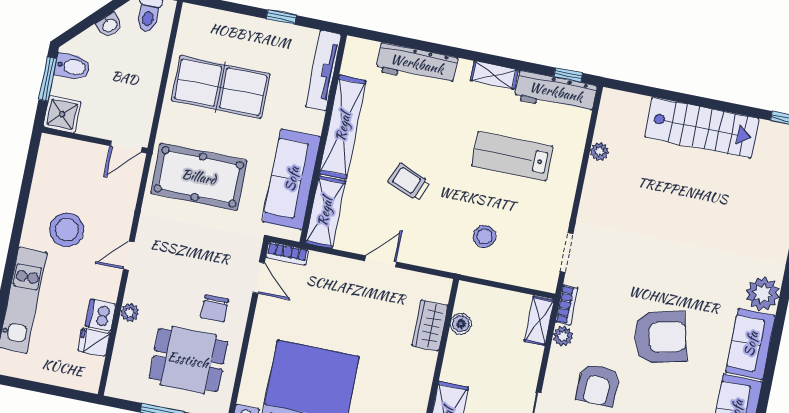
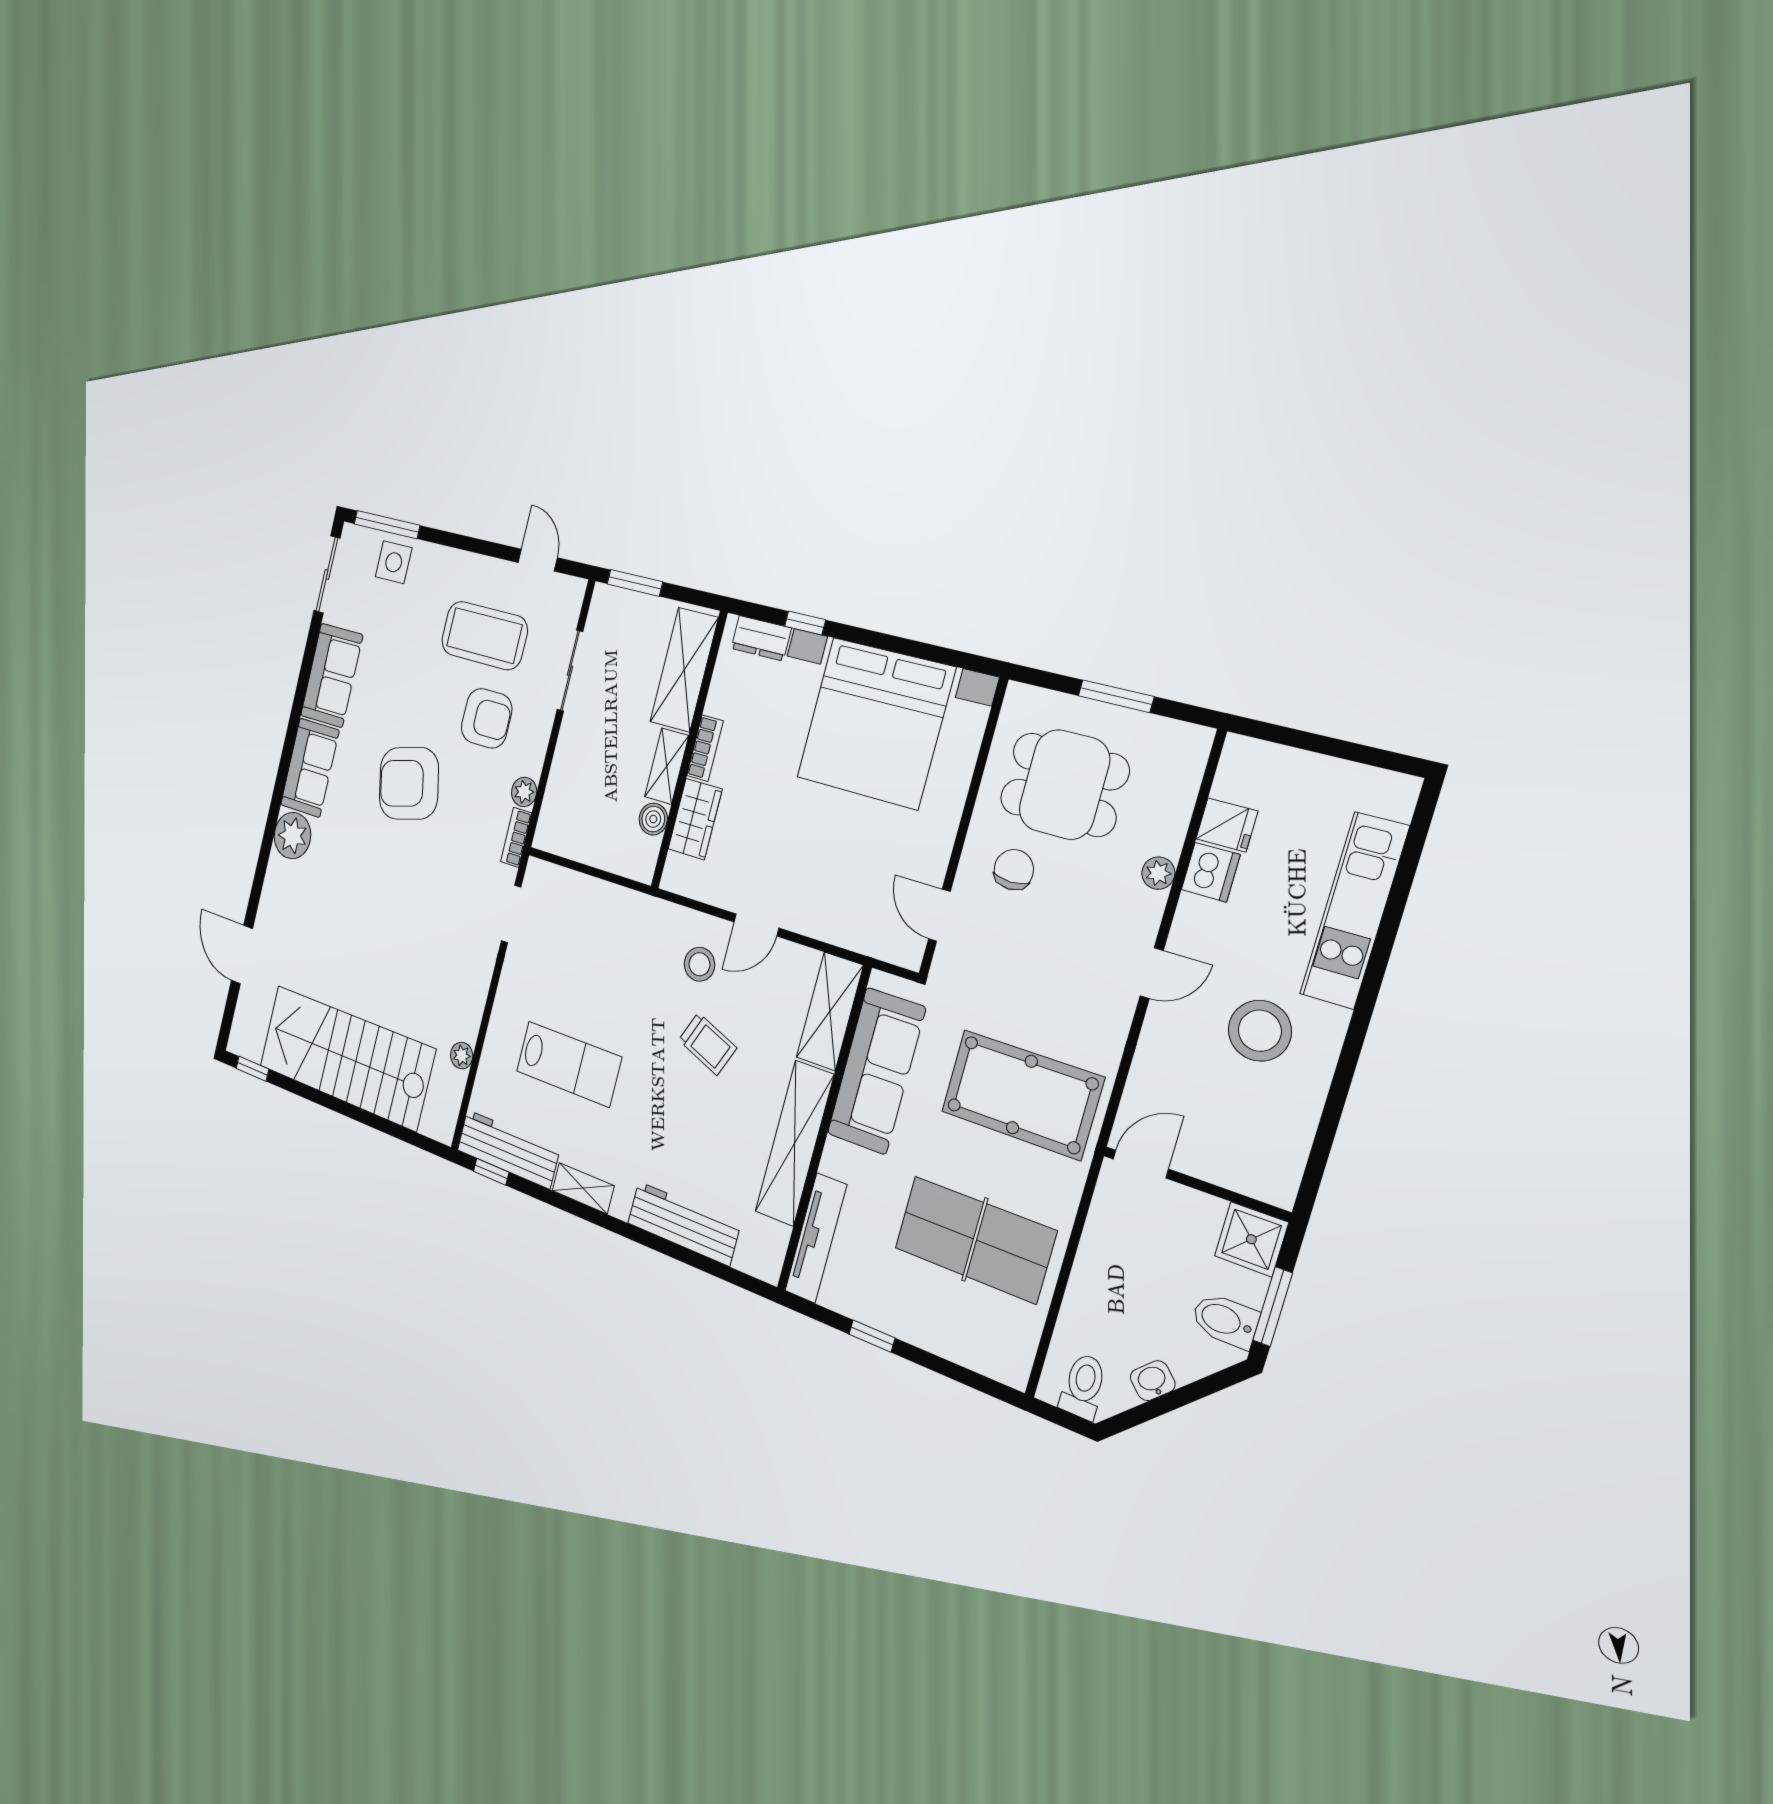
stairs: (702, 128) -> (346, 1057), width x1.36, depth x1.51
stool: (484, 236) -> (699, 964), moved
bookcase: (287, 254) -> (705, 748), moved, turned 90
shelving: (539, 321) -> (667, 766), moved
armchair: (598, 385) -> (487, 718), turned 88

